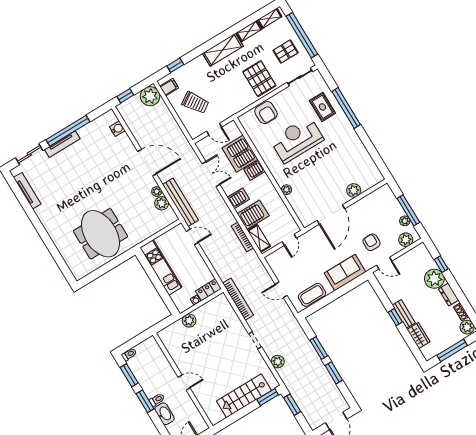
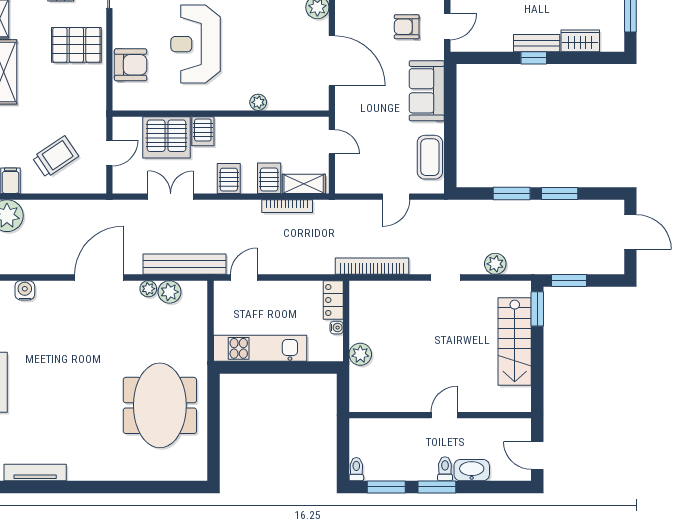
server rack: (253, 215) -> (269, 178), width x0.73, depth x0.70
meeting table: (100, 234) -> (160, 405), turned 90

